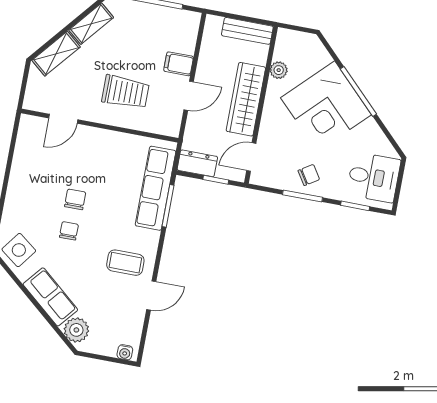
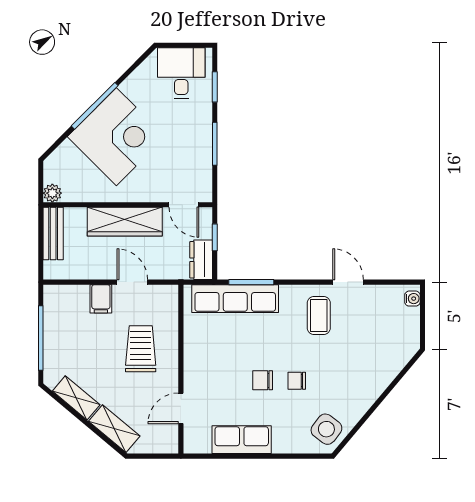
plant: (279, 70) -> (52, 193), moved
door: (63, 119) -> (181, 408), swing flipped
chair: (309, 175) -> (192, 141), removed
row of seats: (50, 297) -> (242, 440), moved, turned 50
plant: (76, 330) -> (399, 354), removed

